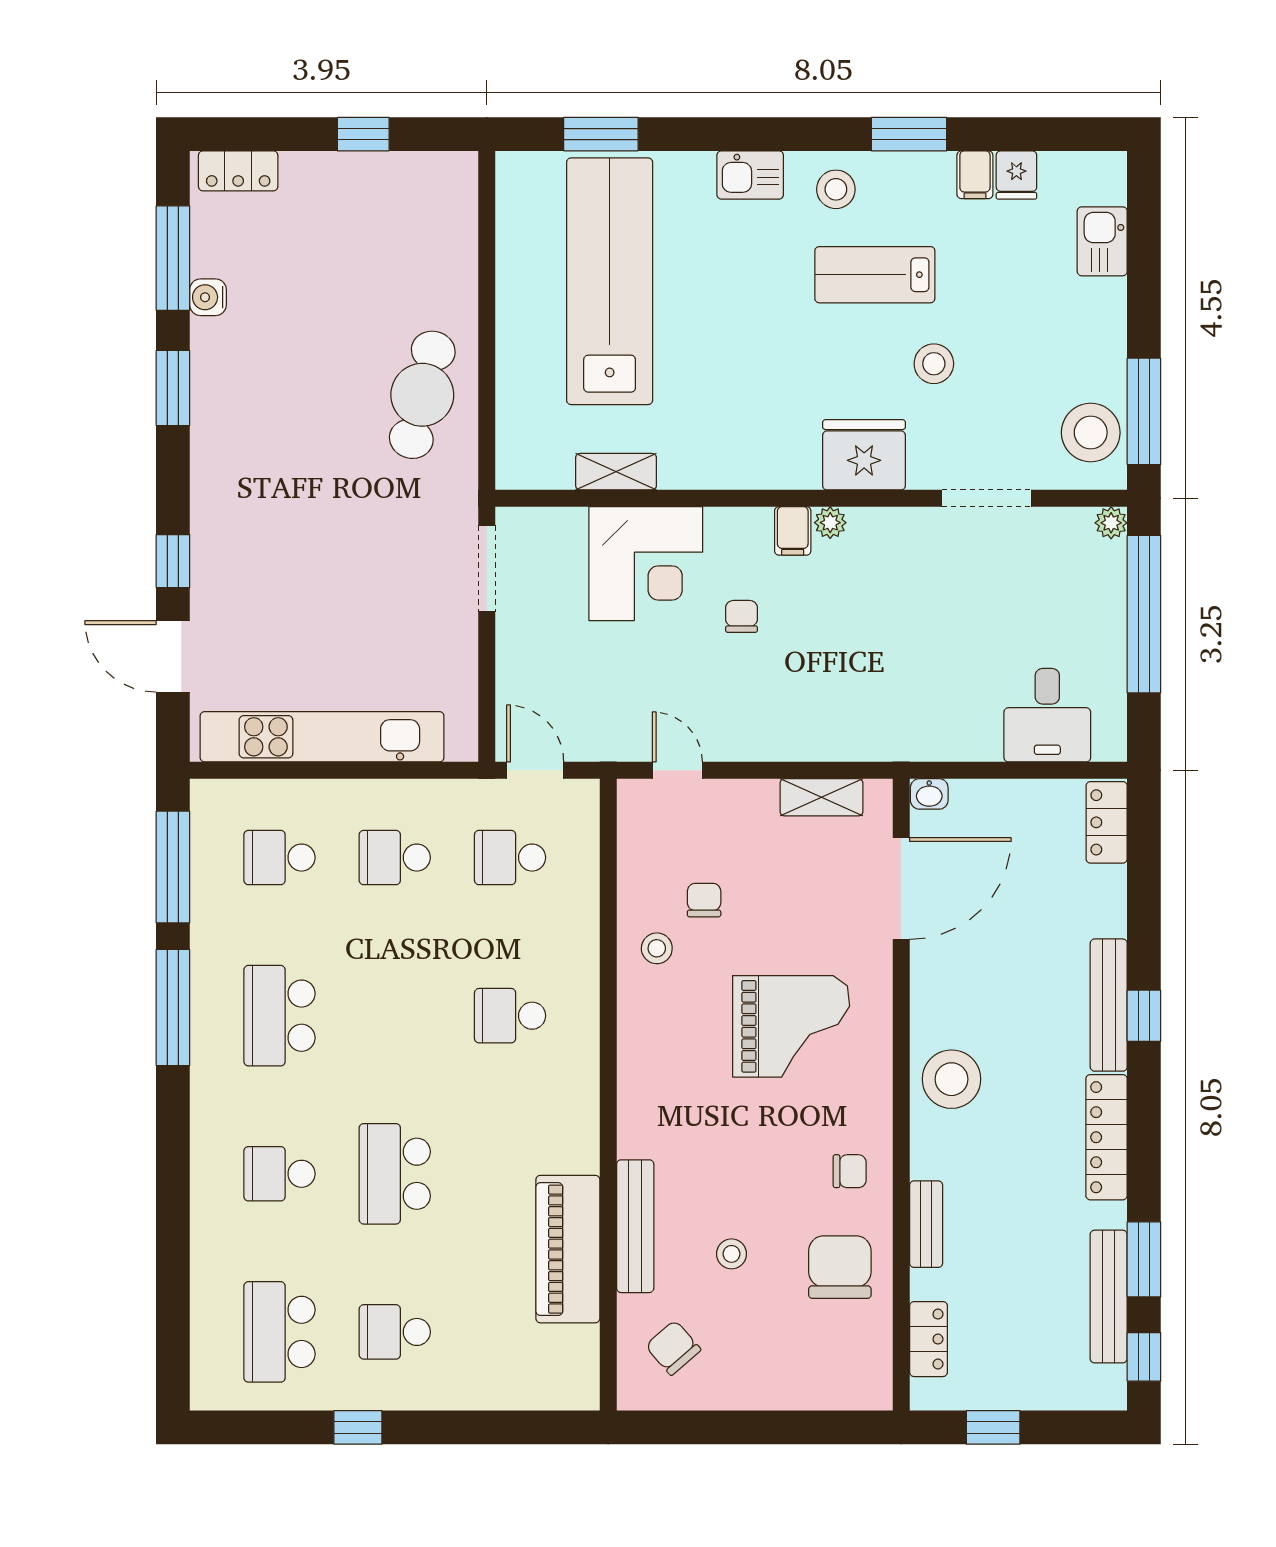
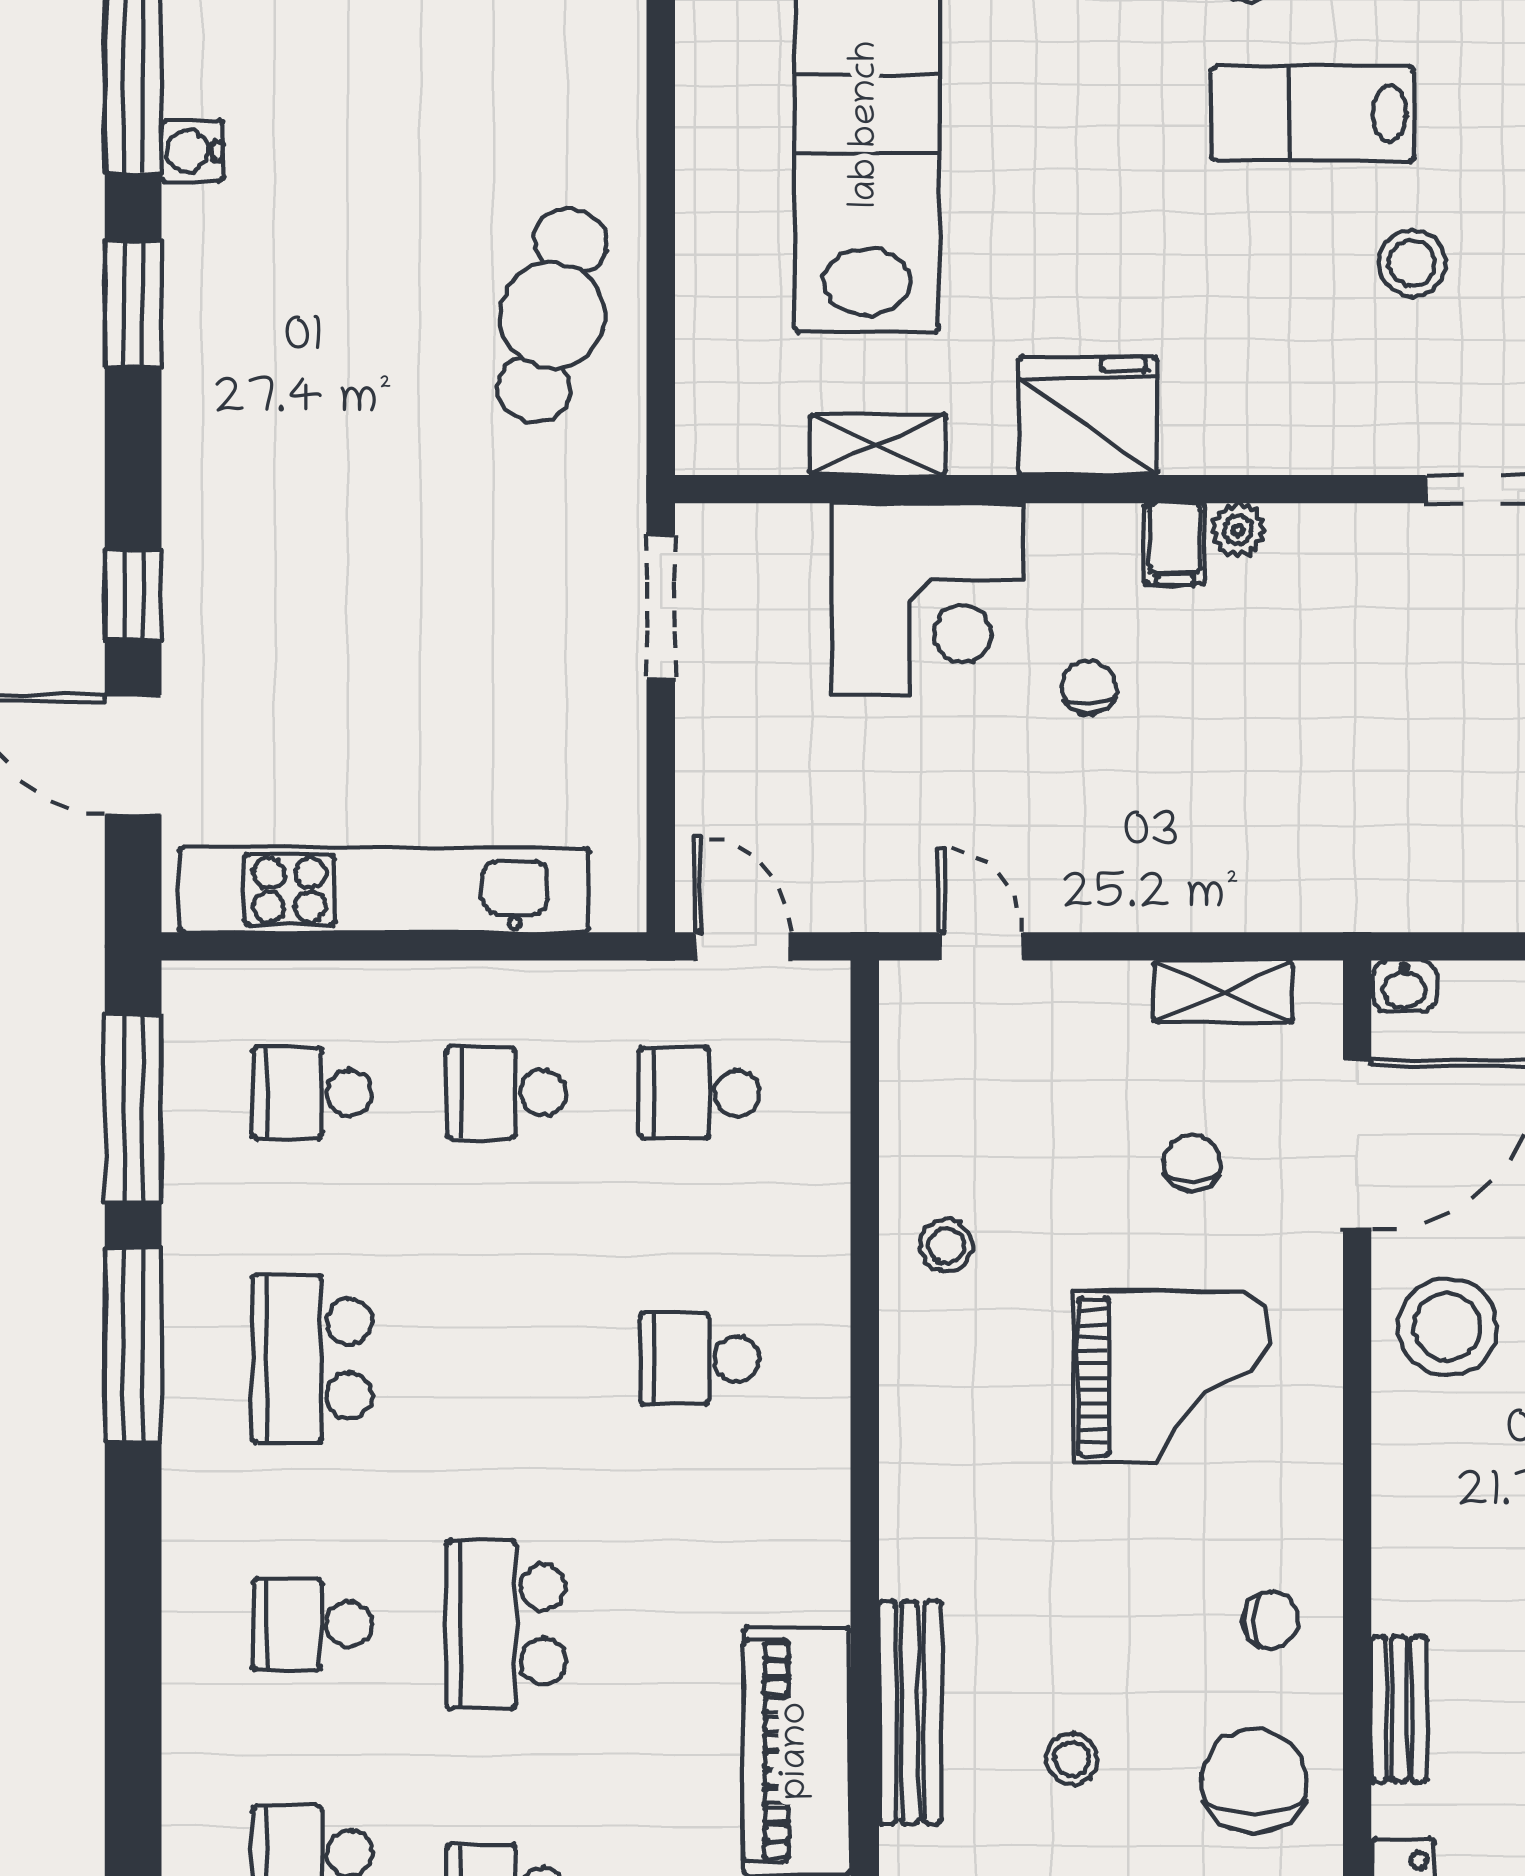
fridge: (864, 455) -> (1088, 416), moved
chair: (704, 900) -> (1192, 1163), moved
stool: (951, 1079) -> (1447, 1327), moved

